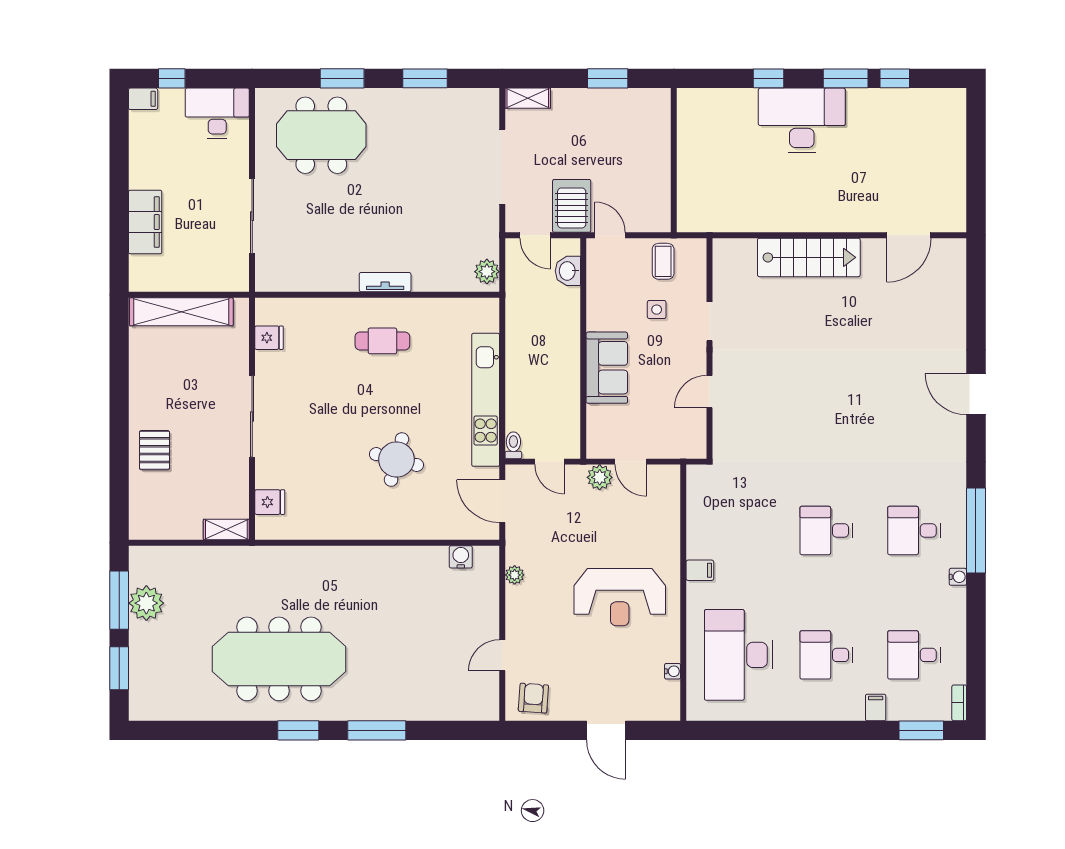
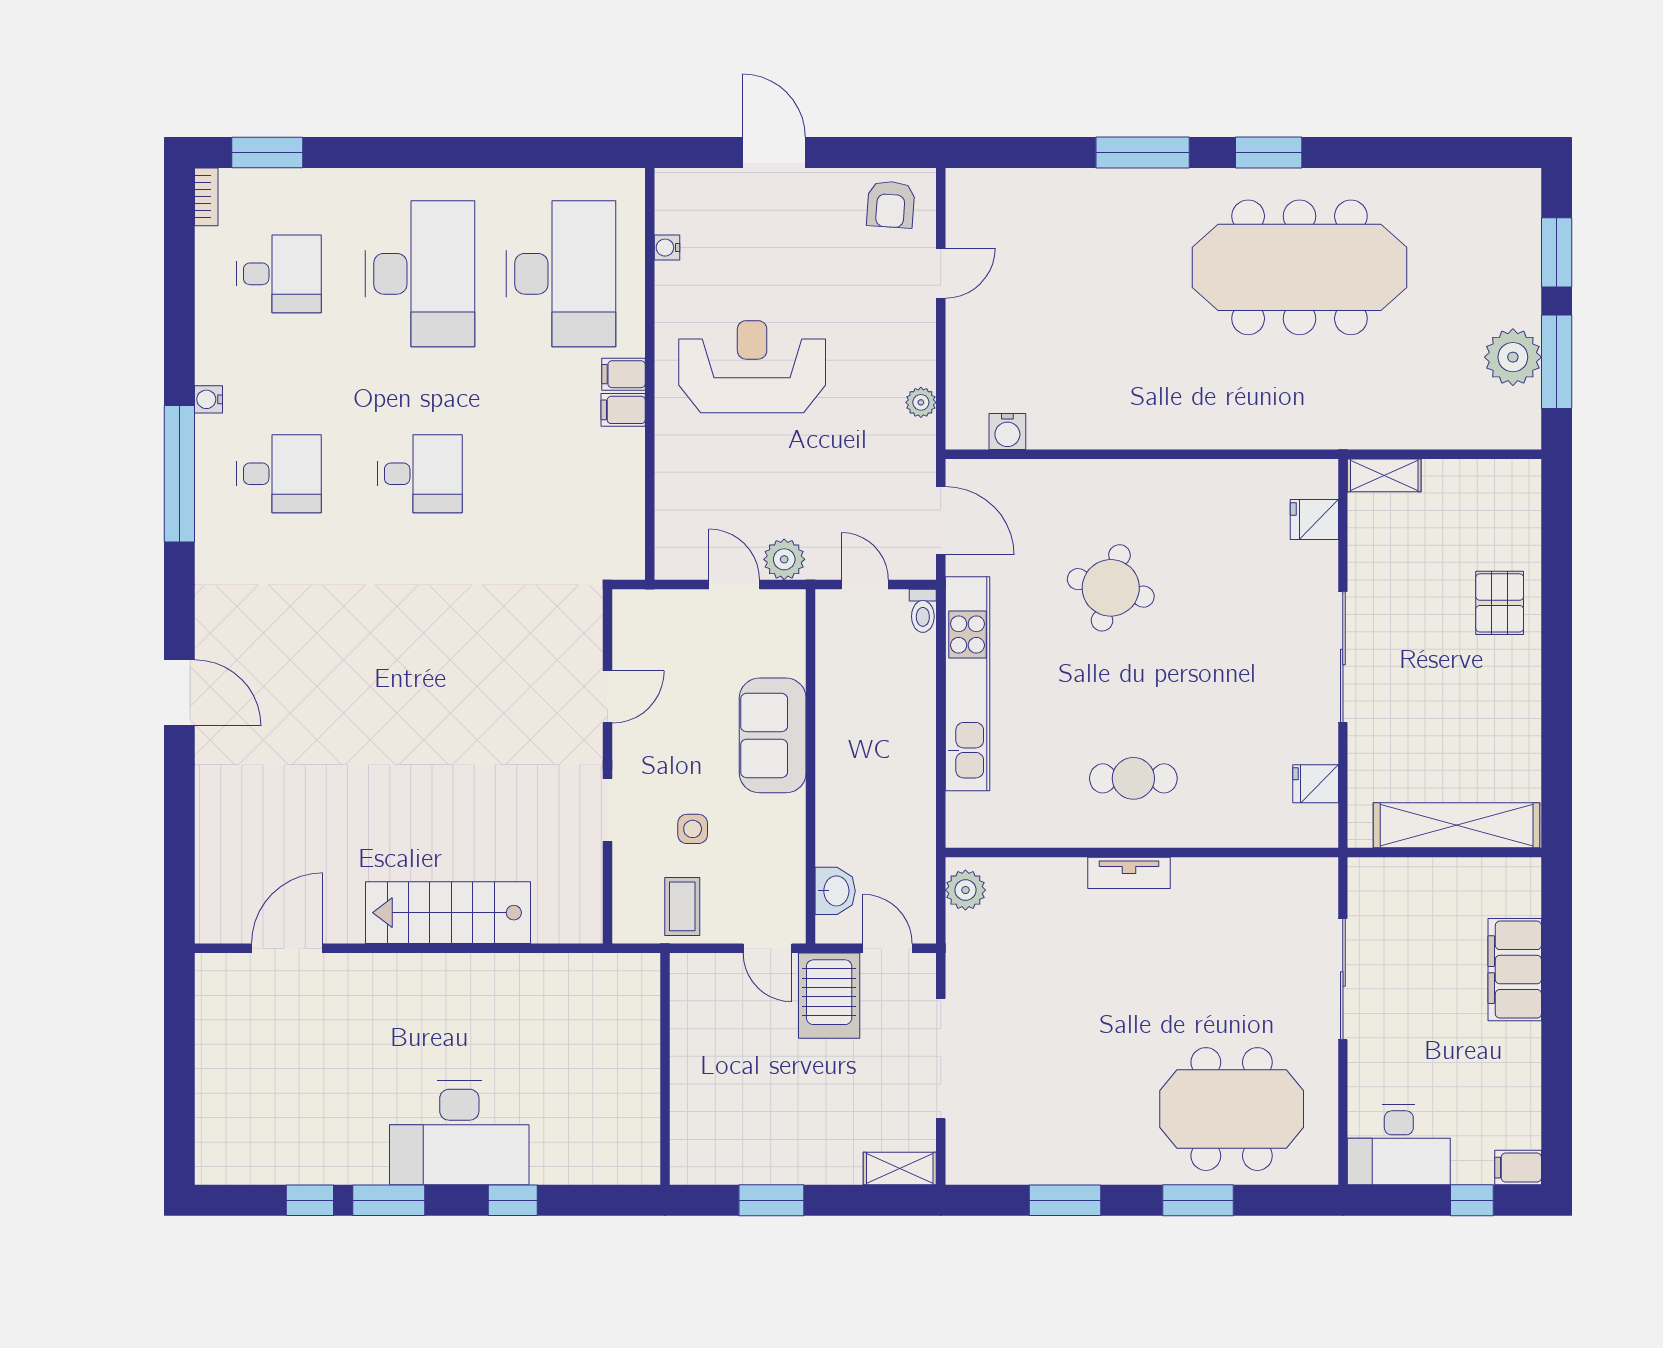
desk: (826, 655) -> (420, 274), width x1.87, depth x1.30
filing cabinet: (876, 707) -> (624, 374), moved, turned 90

